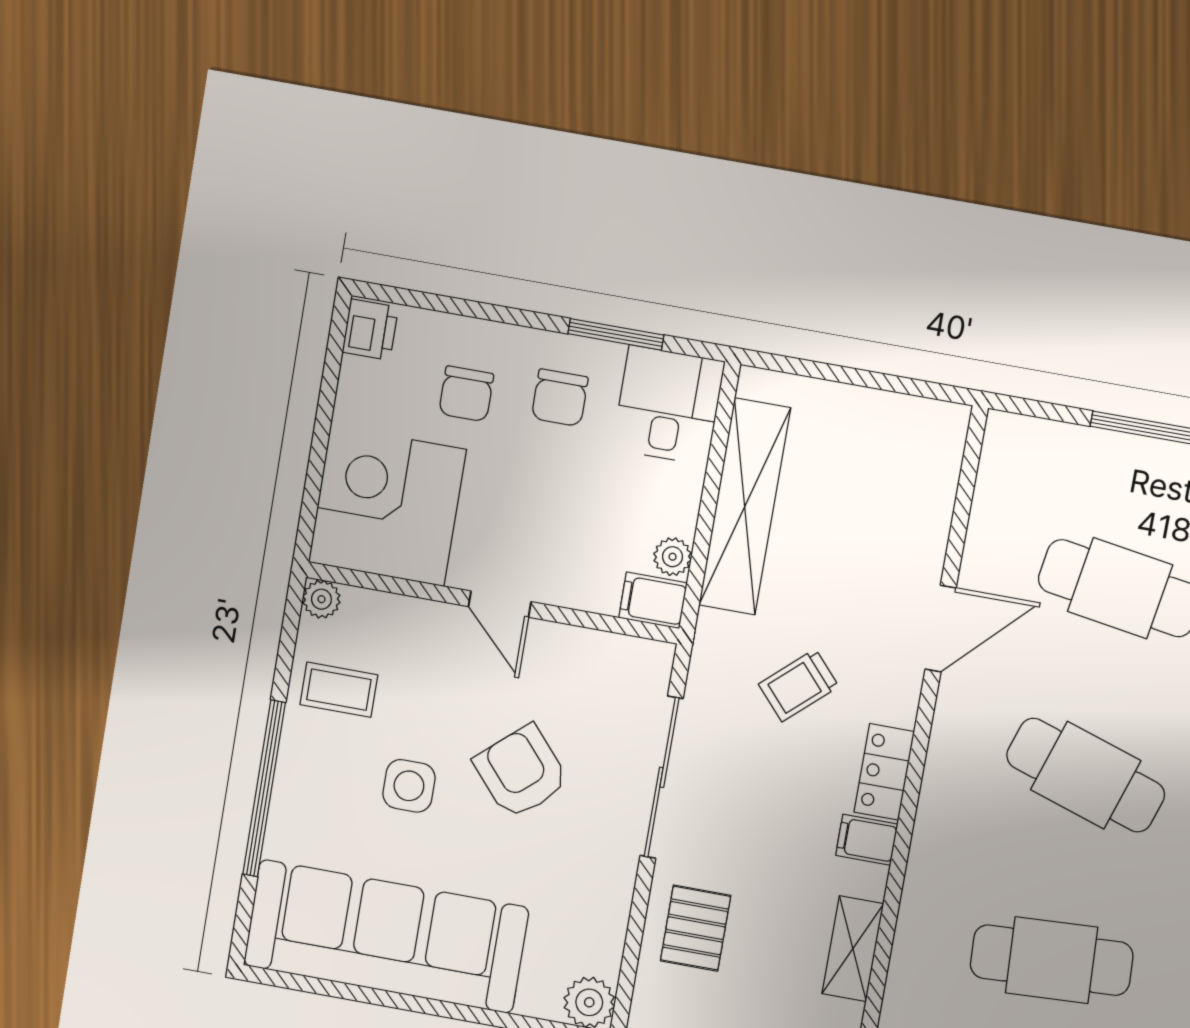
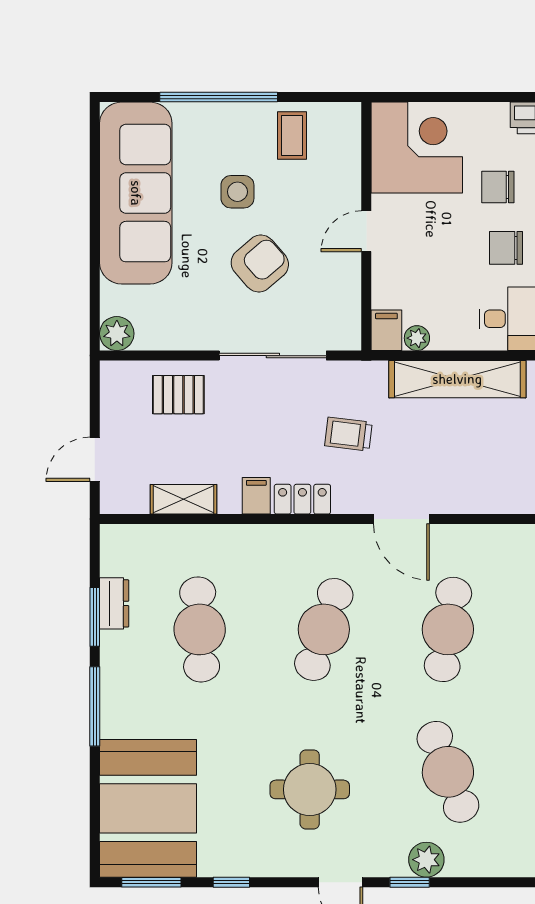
plant: (321, 599) -> (349, 115), removed
trolley: (799, 685) -> (348, 434), turned -41

